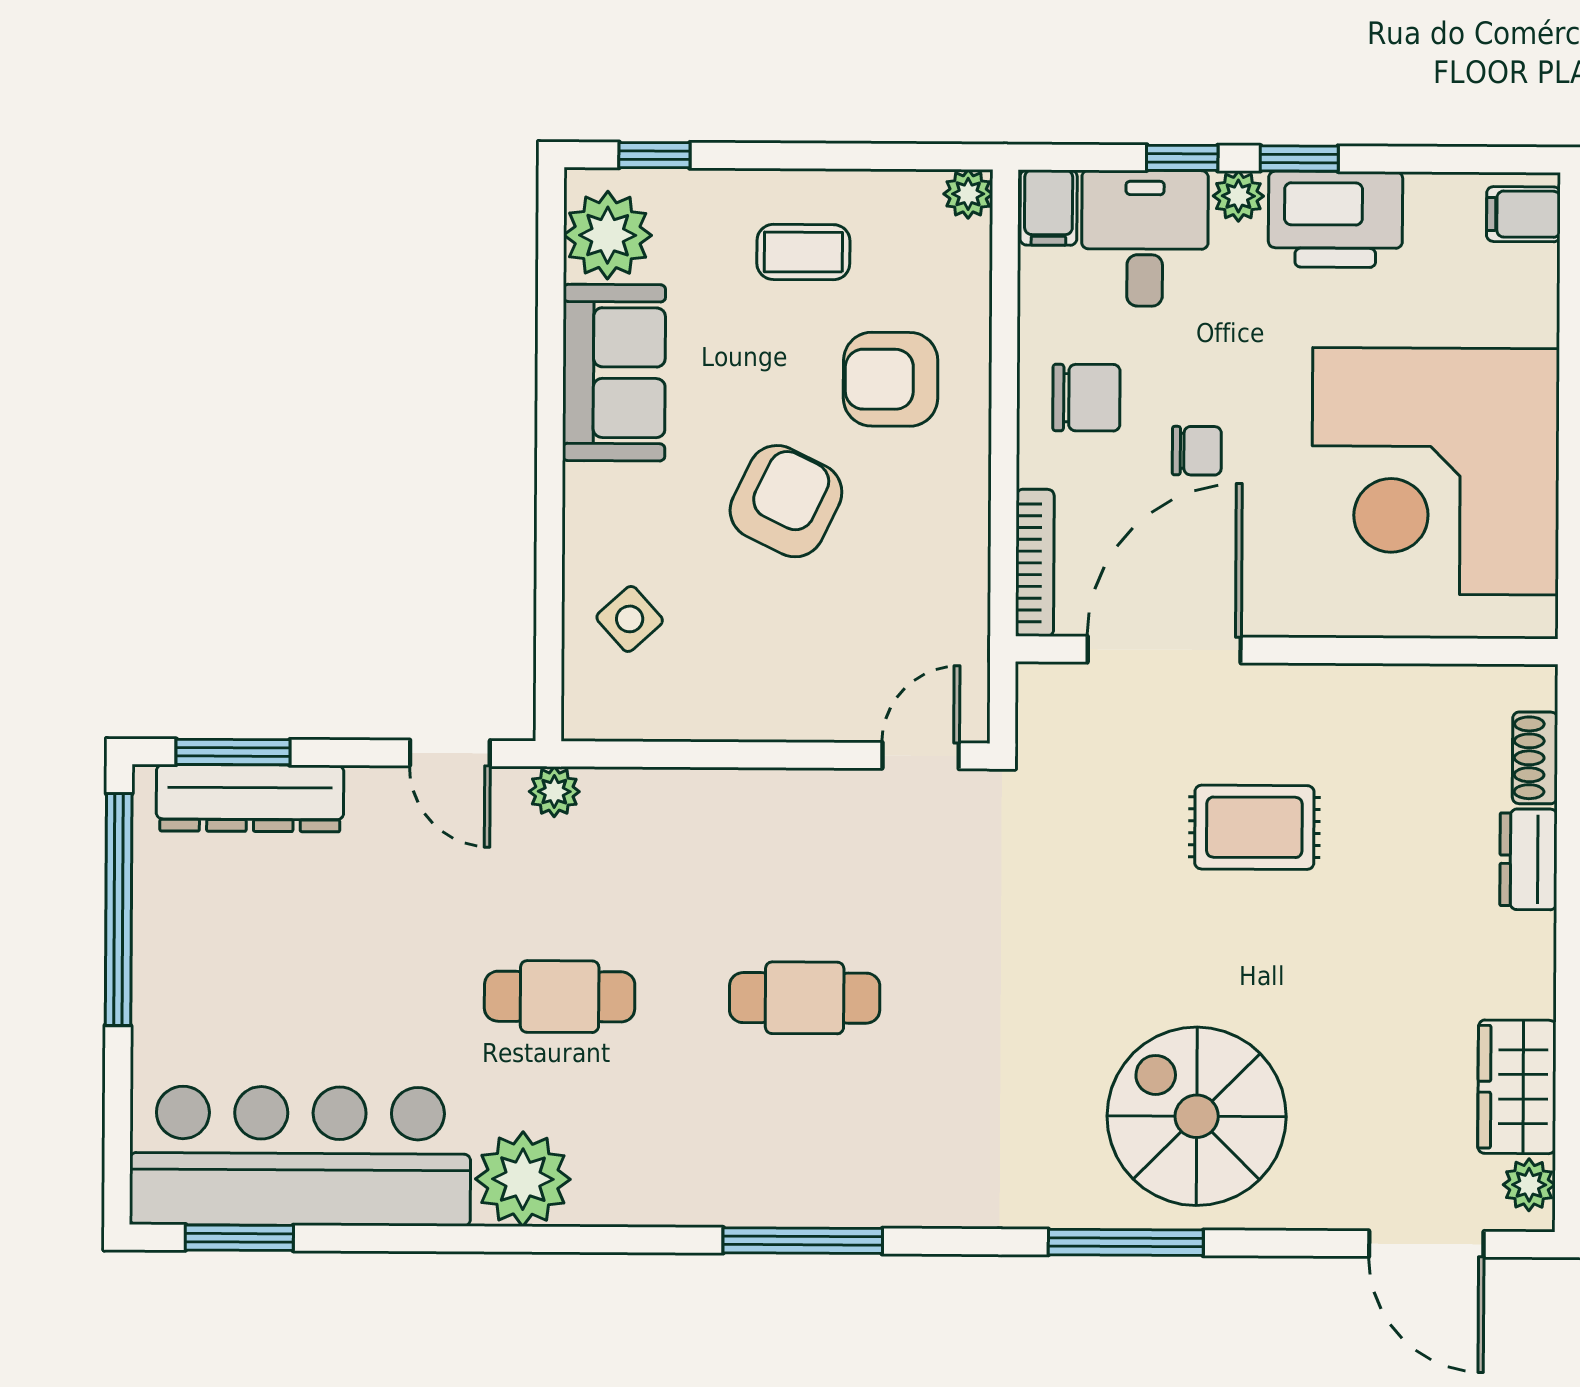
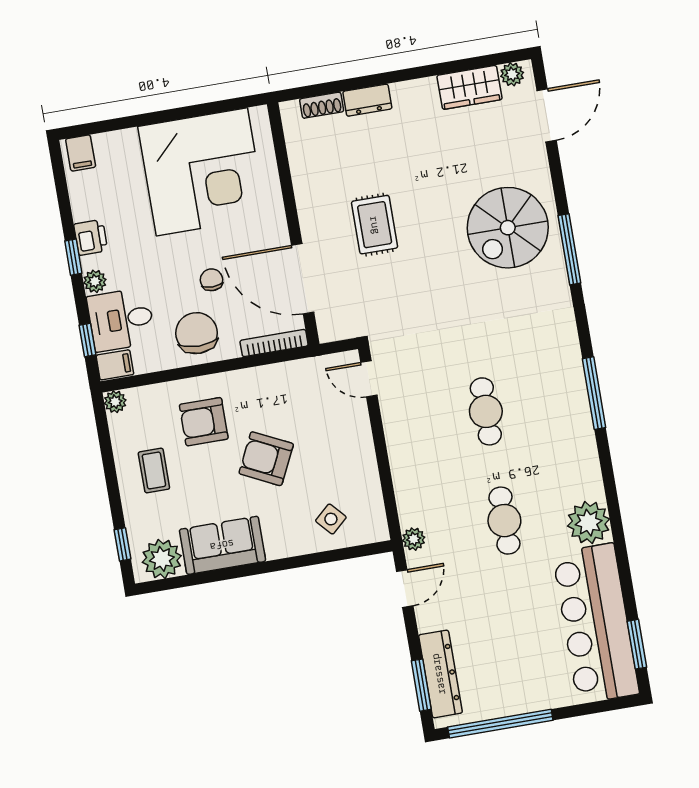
window: (1182, 158) -> (88, 340), moved
printer: (1335, 219) -> (91, 237), width x0.53, depth x0.68
armchair: (891, 379) -> (204, 422), turned 90
chair: (1086, 398) -> (197, 333), width x1.37, depth x1.37

